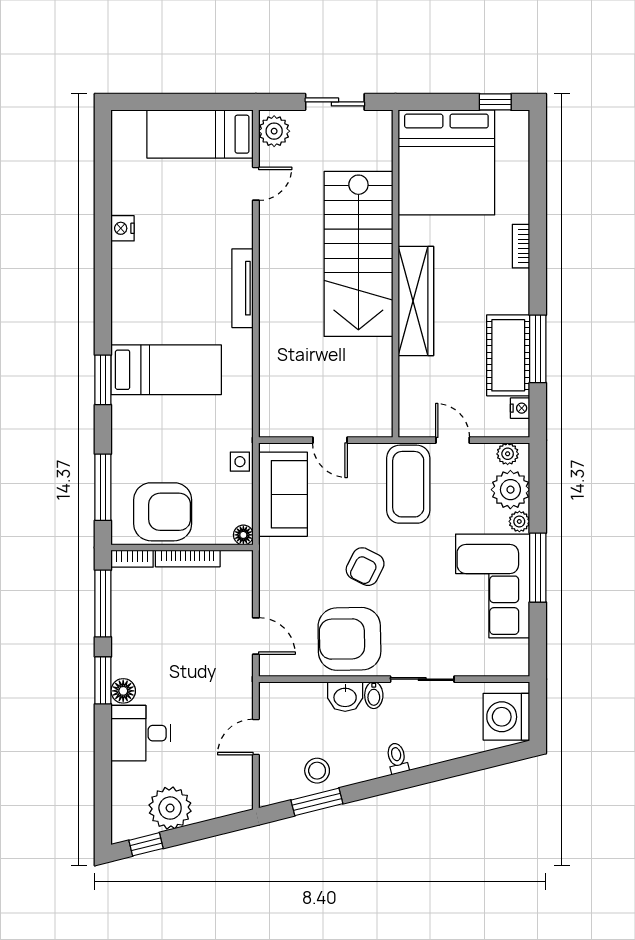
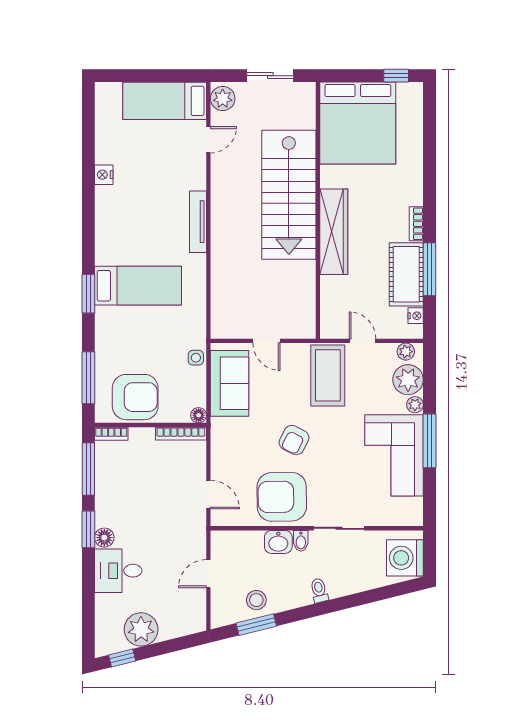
bookcase: (521, 246) -> (416, 224), moved
bookcase: (188, 558) -> (181, 434), moved

